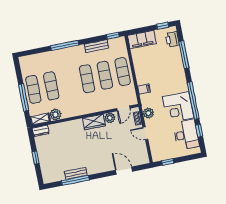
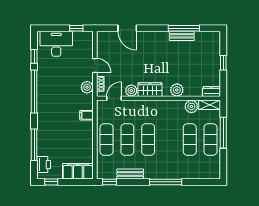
corner desk: (178, 107) -> (52, 87), removed
plant: (71, 126) -> (177, 90), added
desk: (186, 135) -> (56, 44), moved, turned 90

